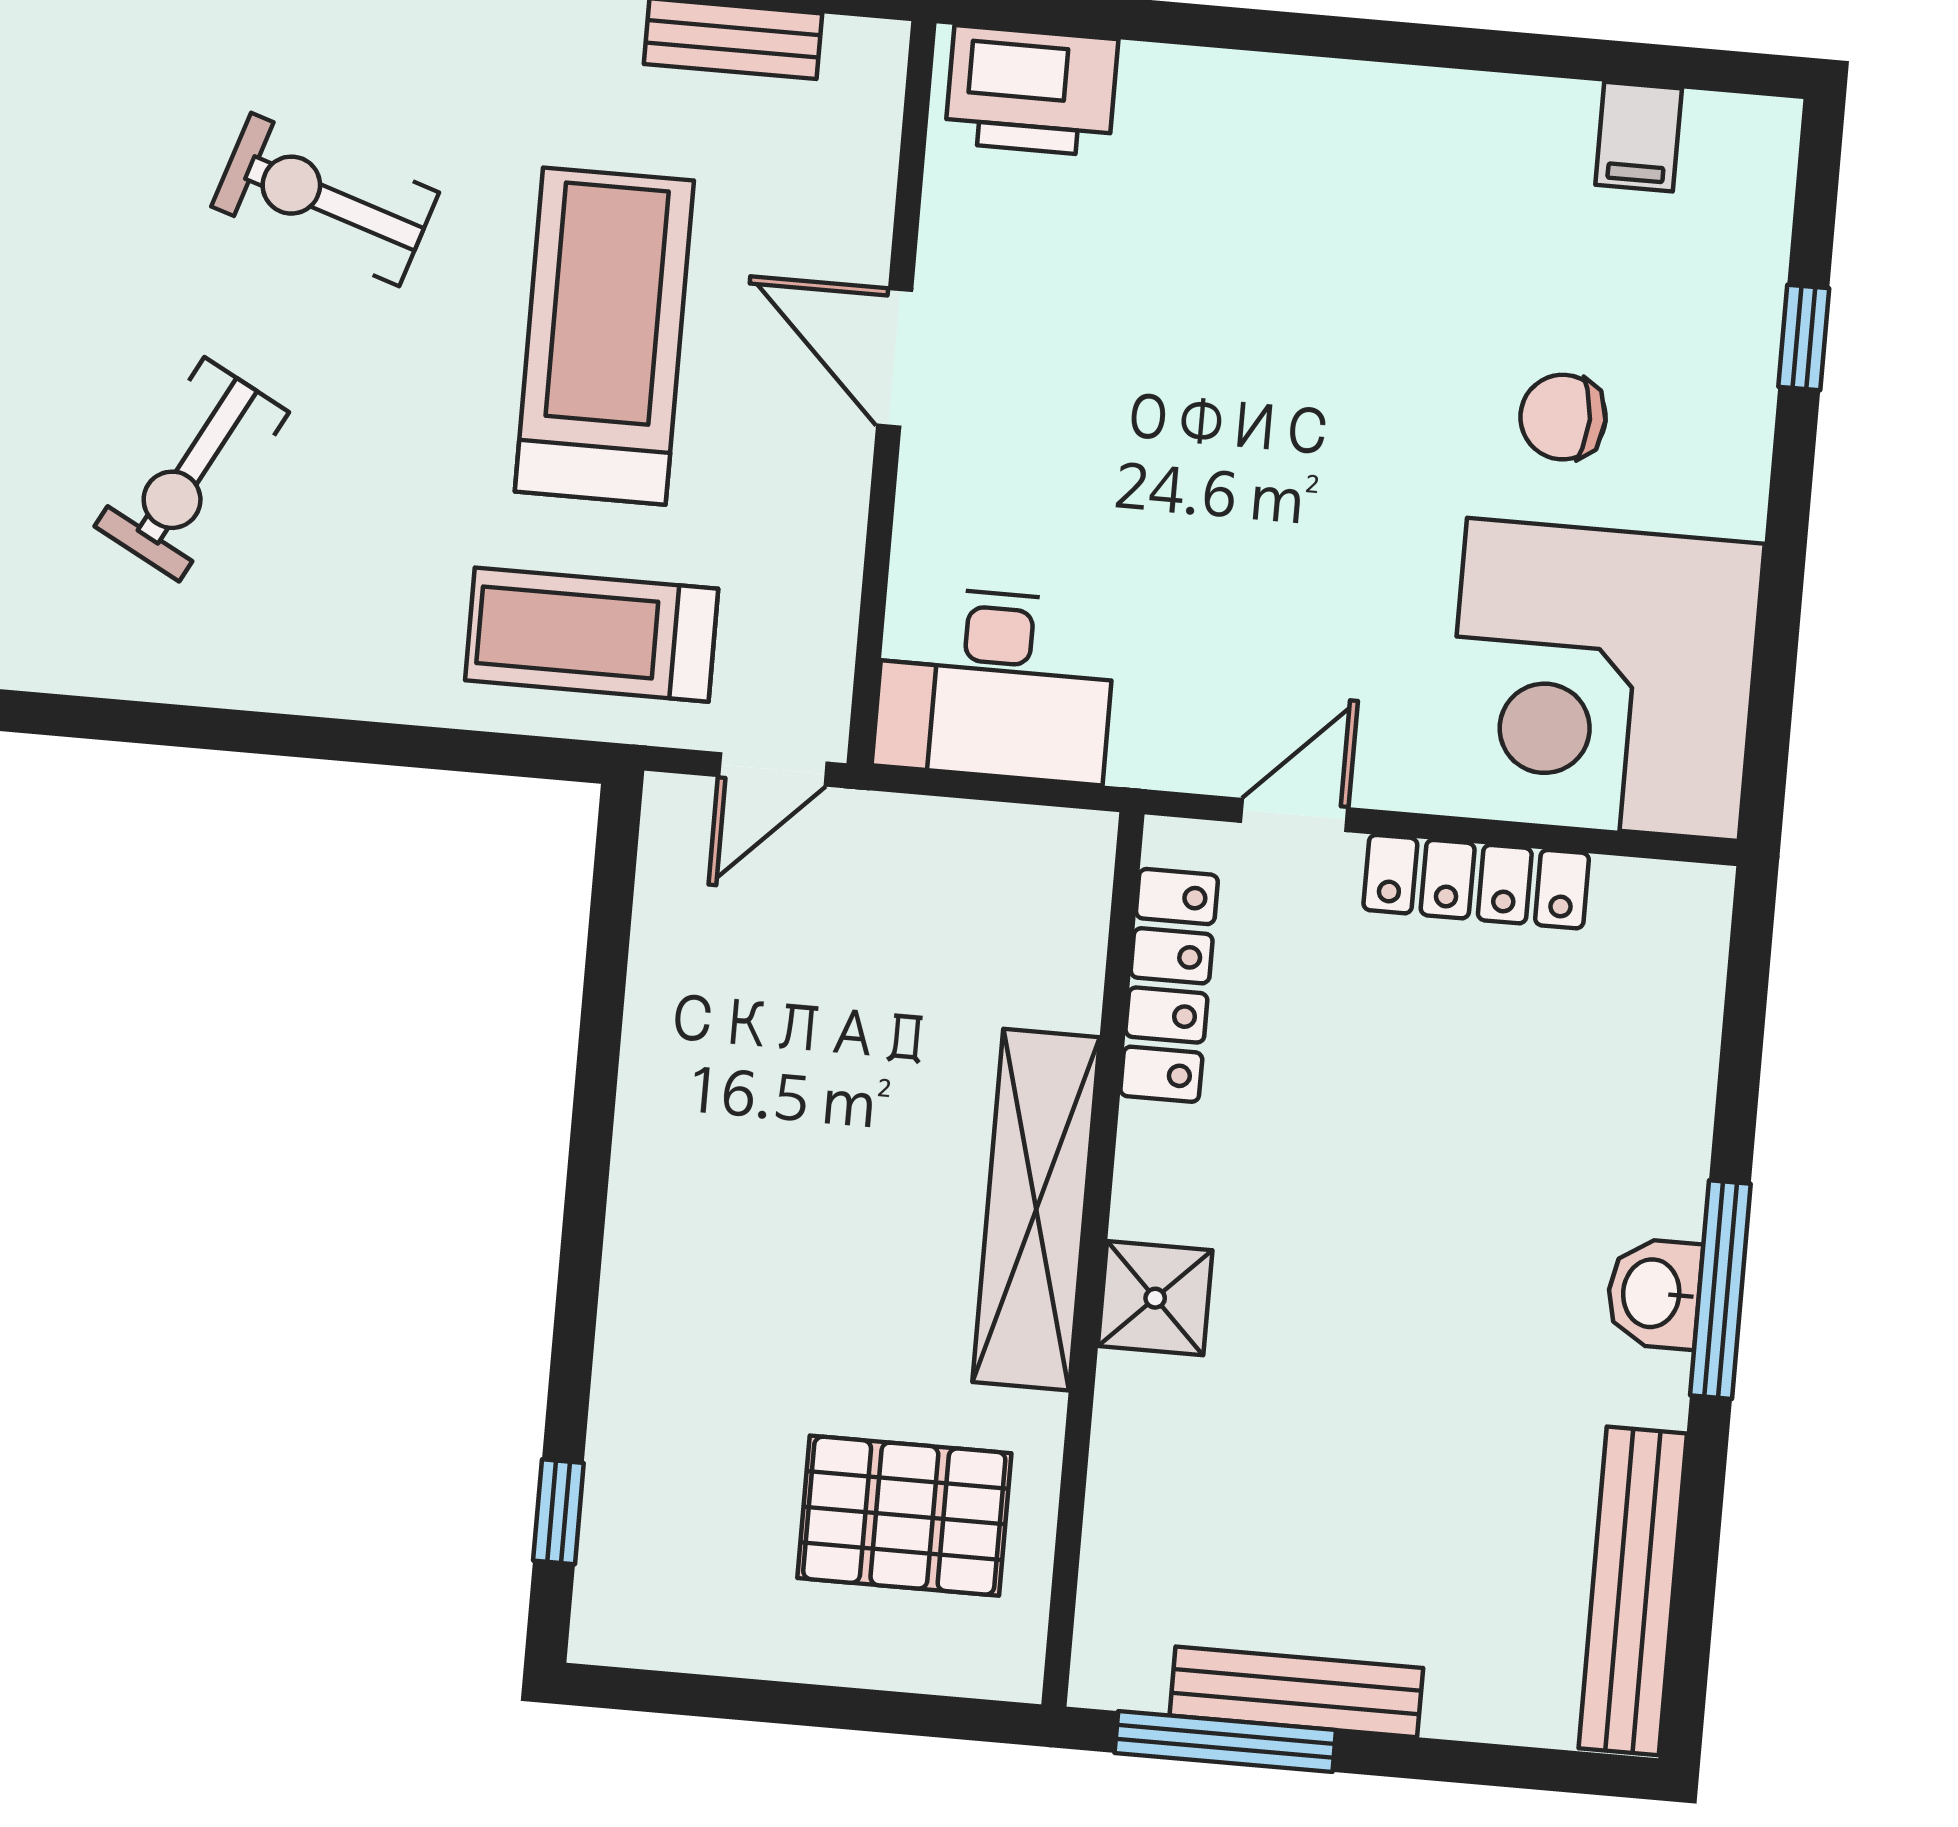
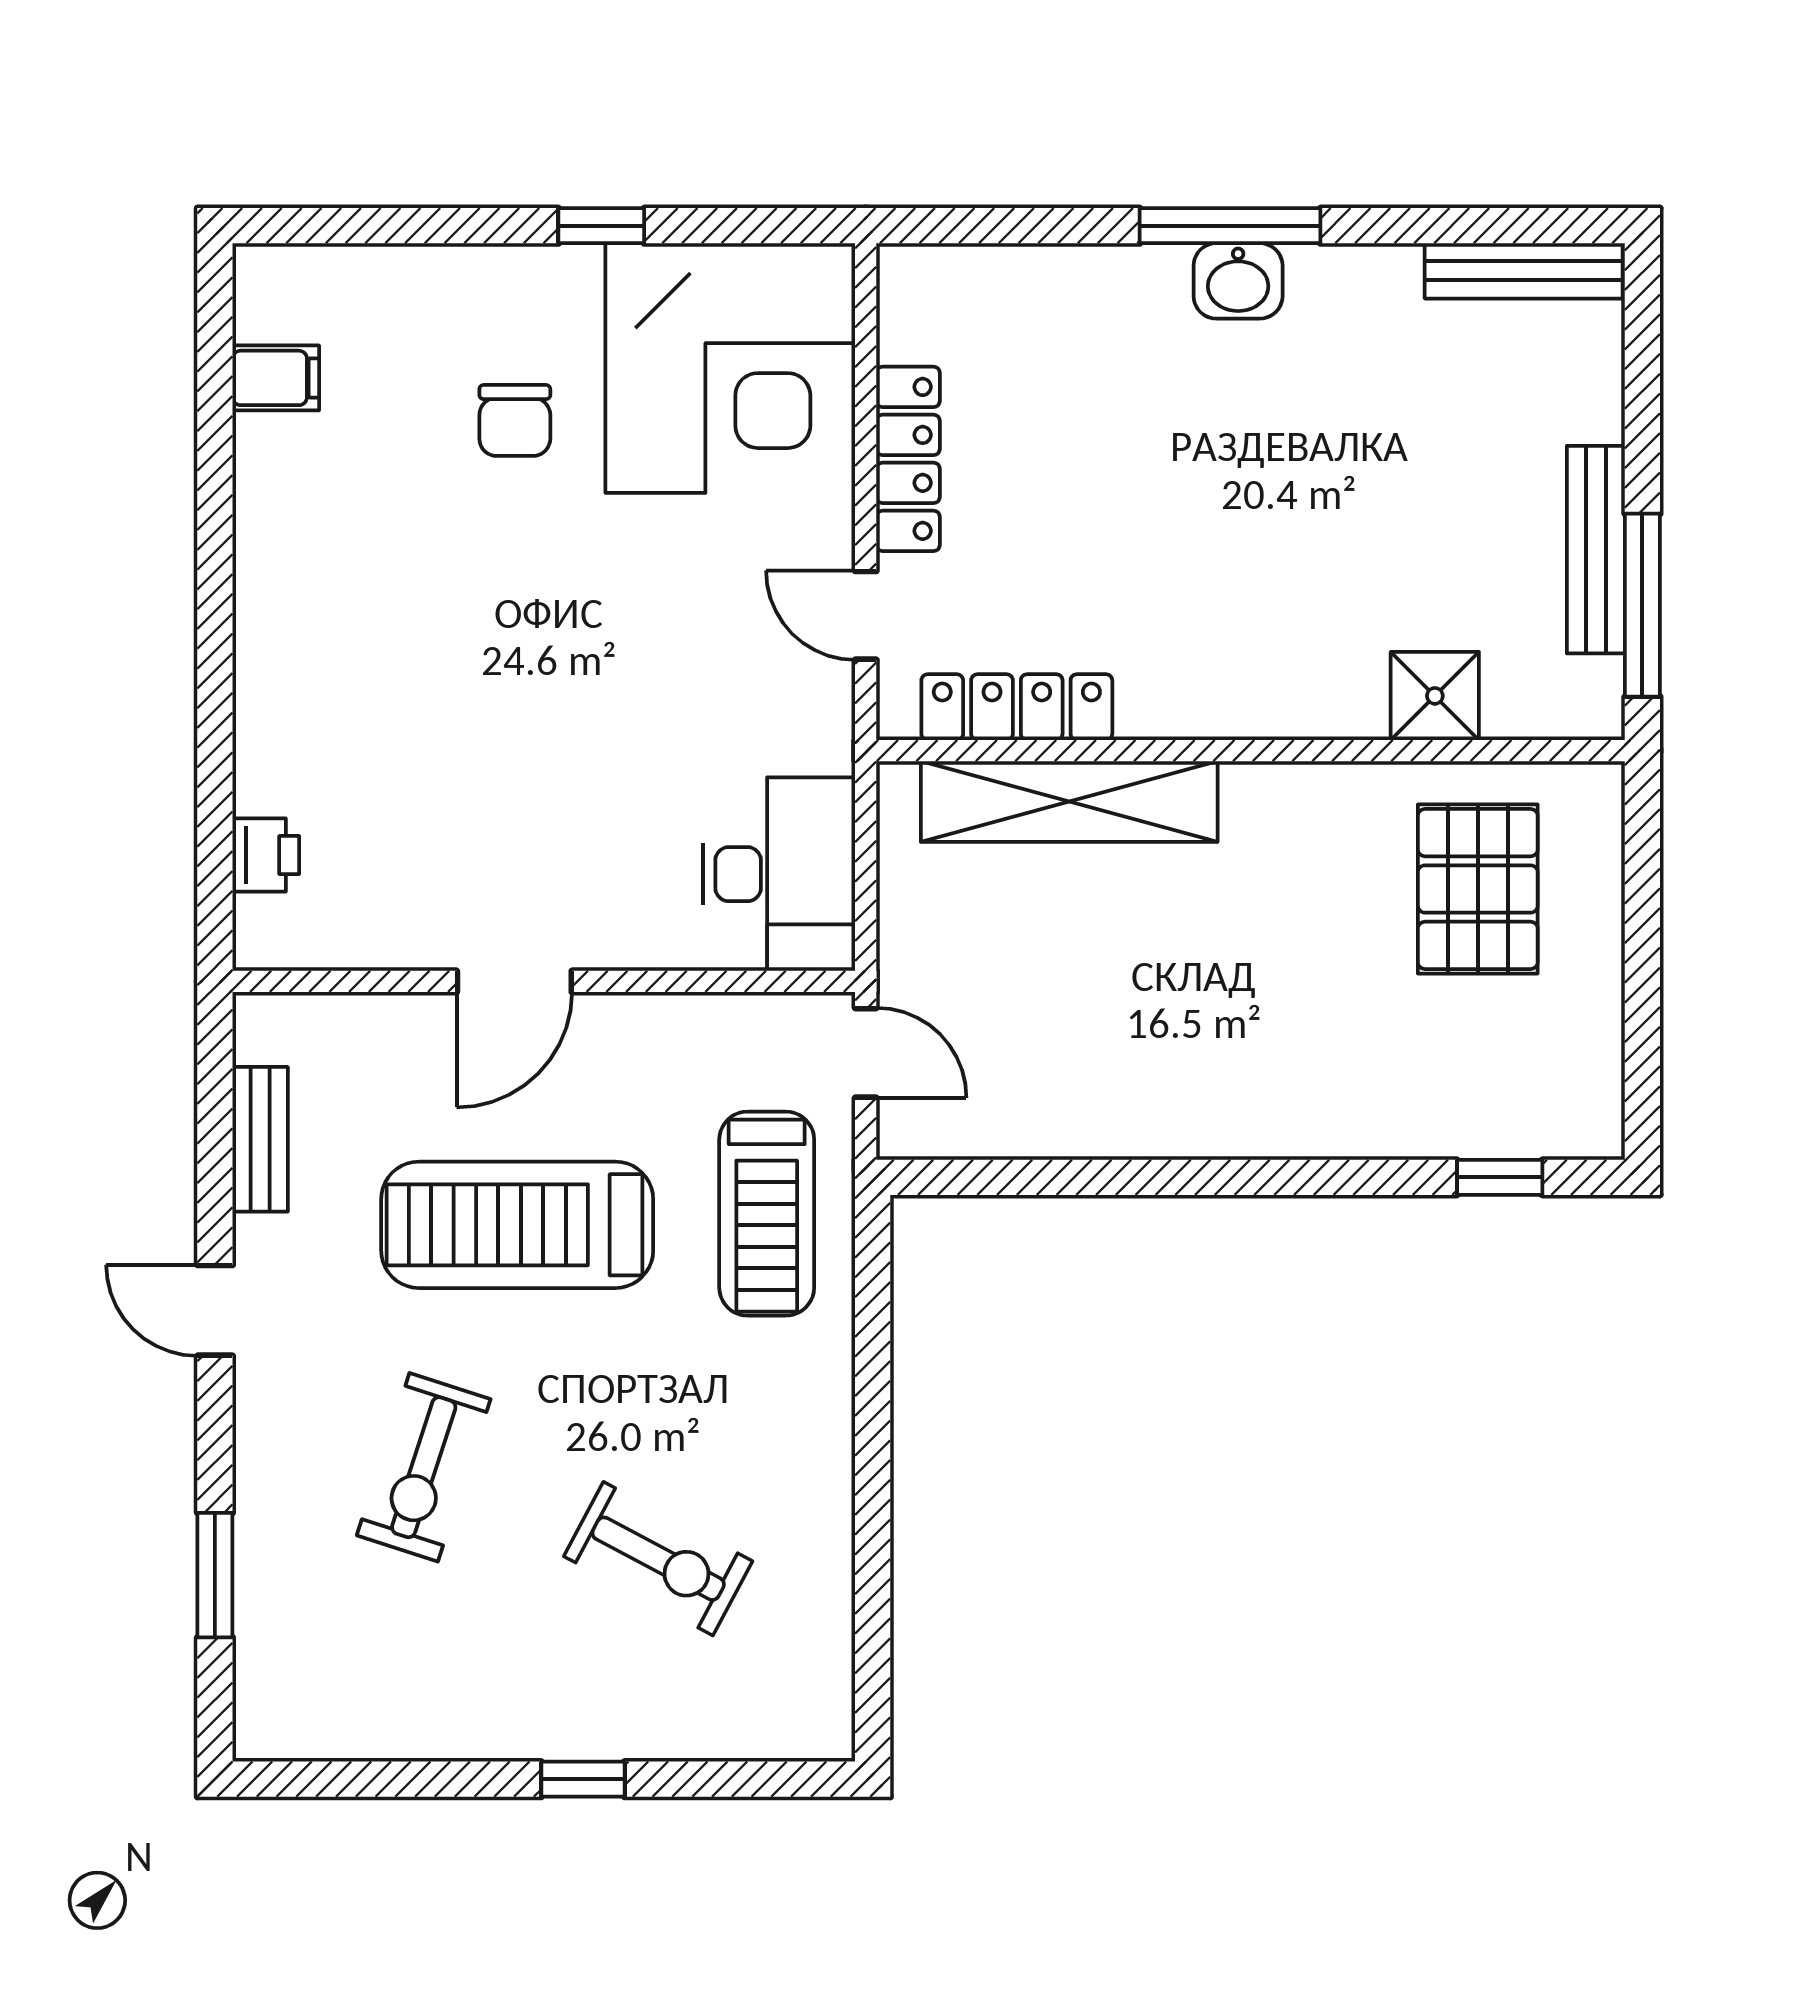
printer: (1031, 91) -> (266, 855), width x0.53, depth x0.68
window: (1804, 338) -> (601, 226), moved
shelving: (1036, 1210) -> (1069, 801), moved
shower: (1155, 1298) -> (1435, 696), moved
bench: (1633, 1591) -> (1524, 271), width x0.73, depth x0.82

